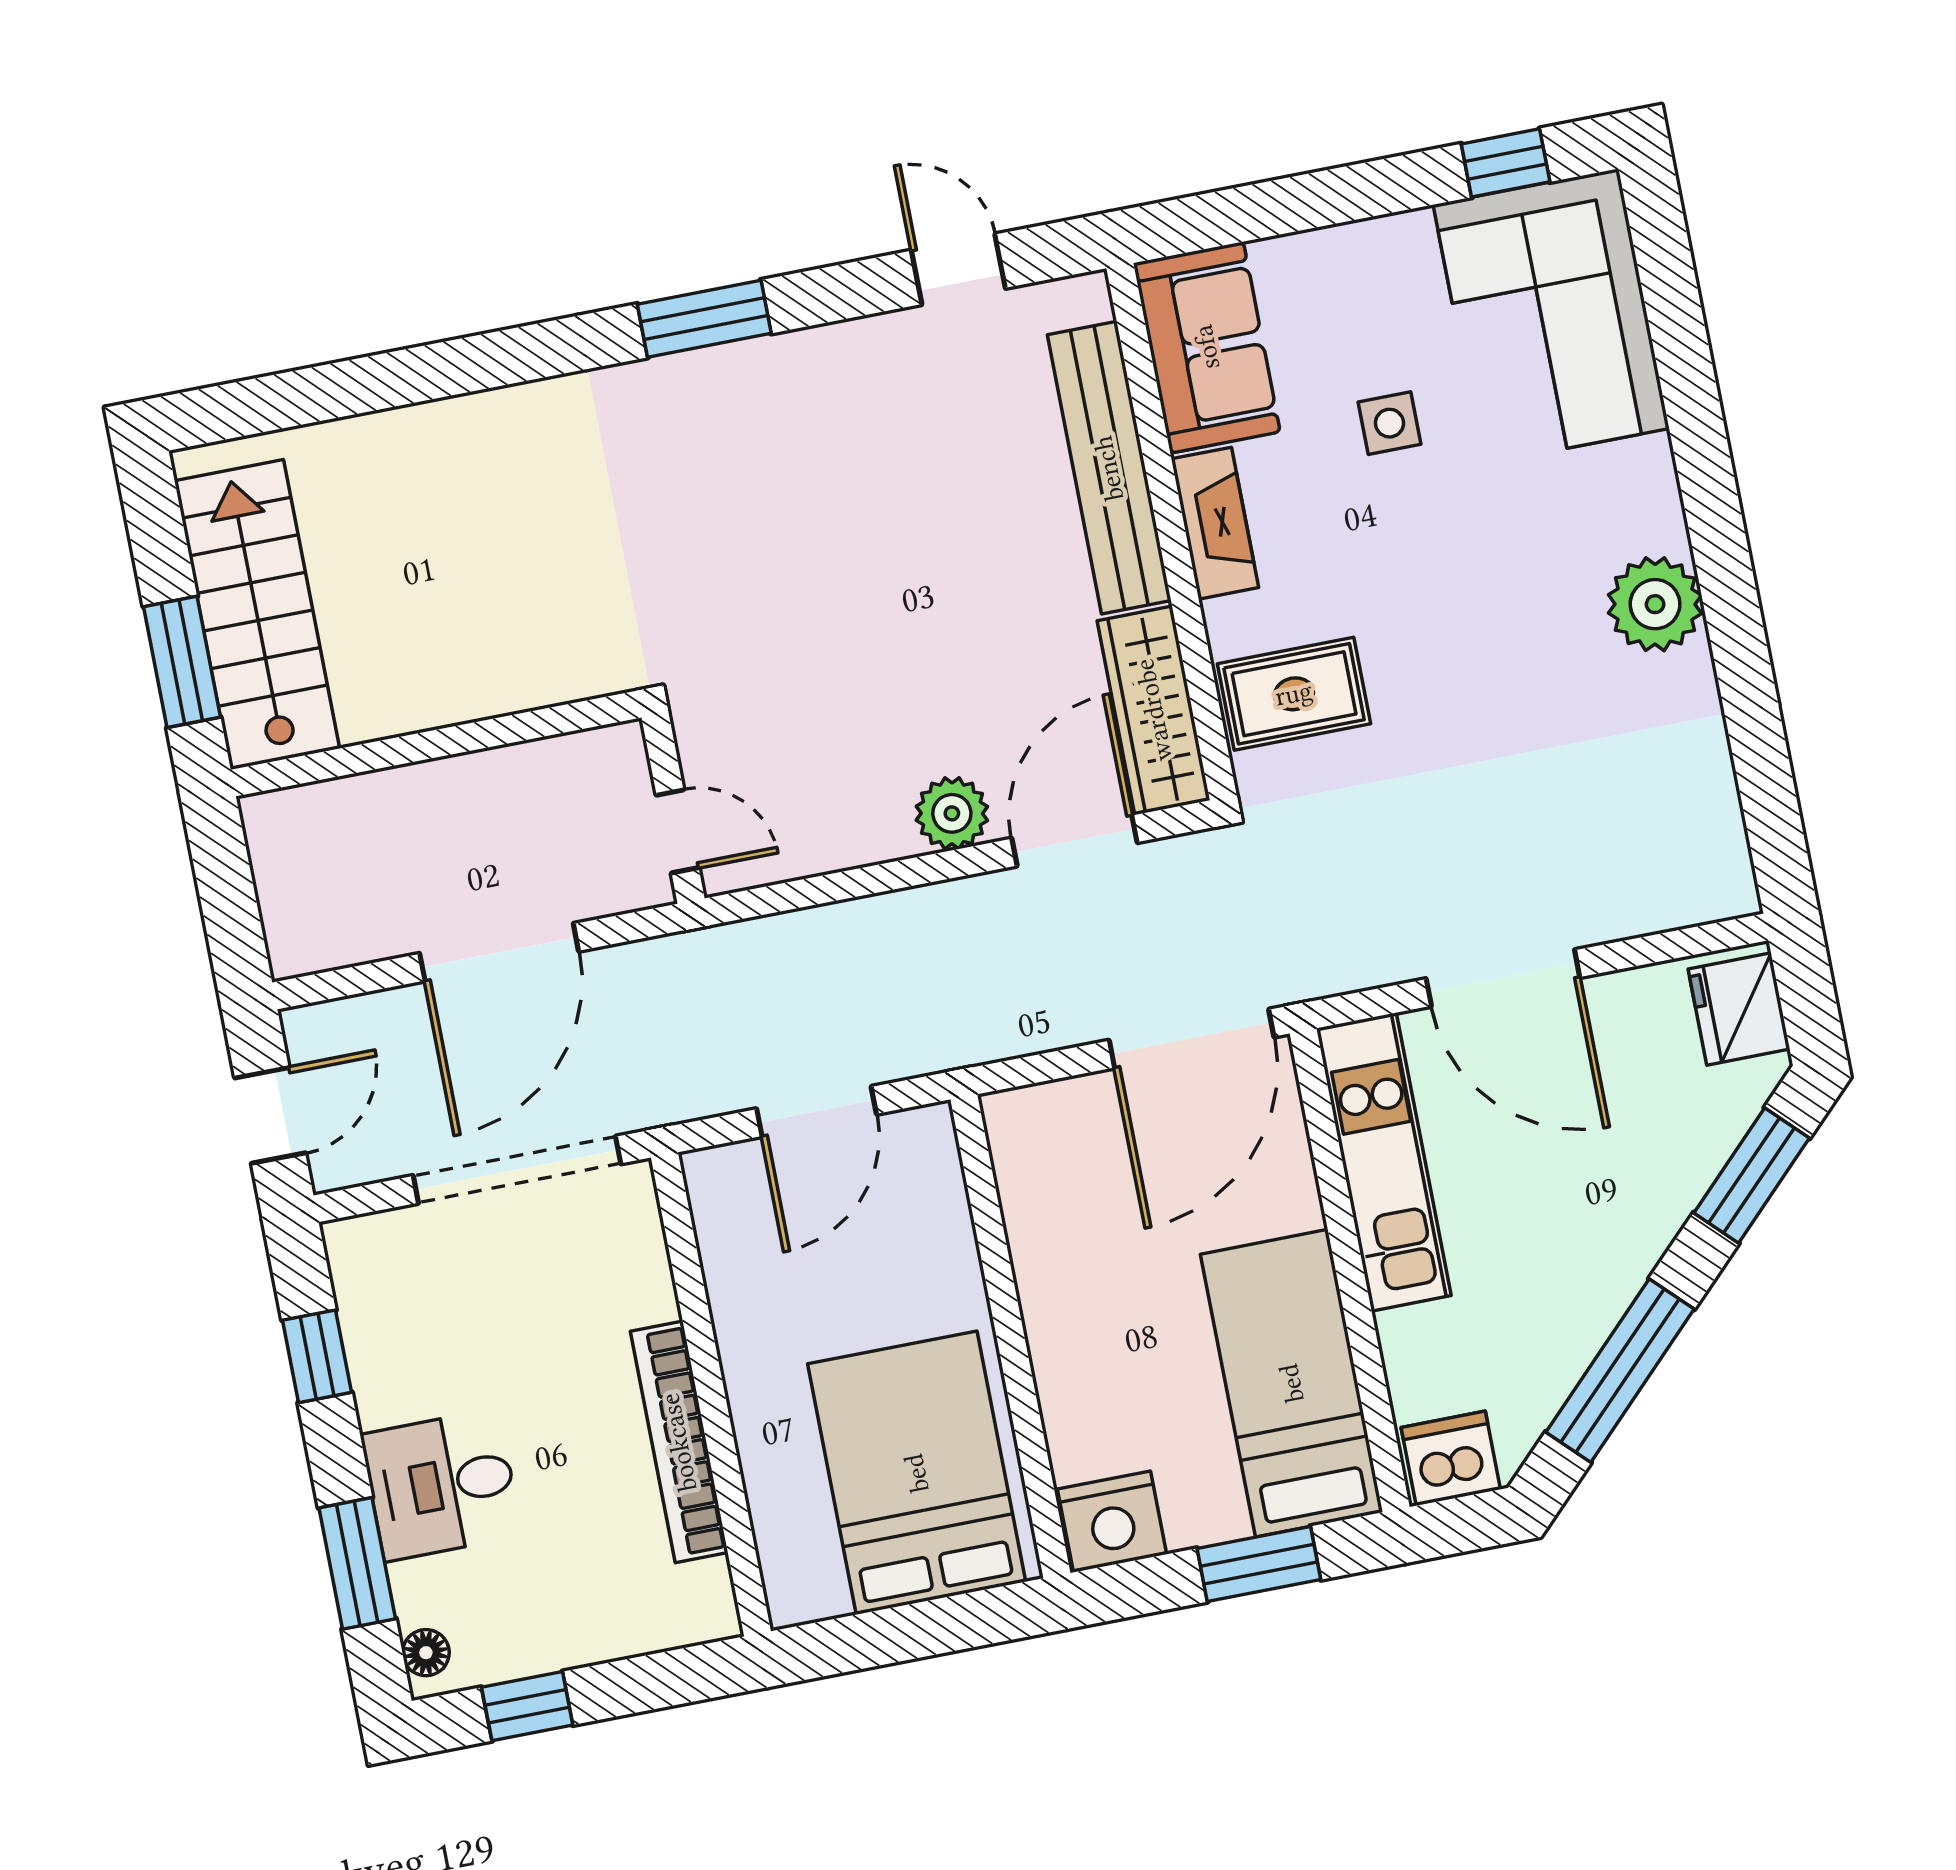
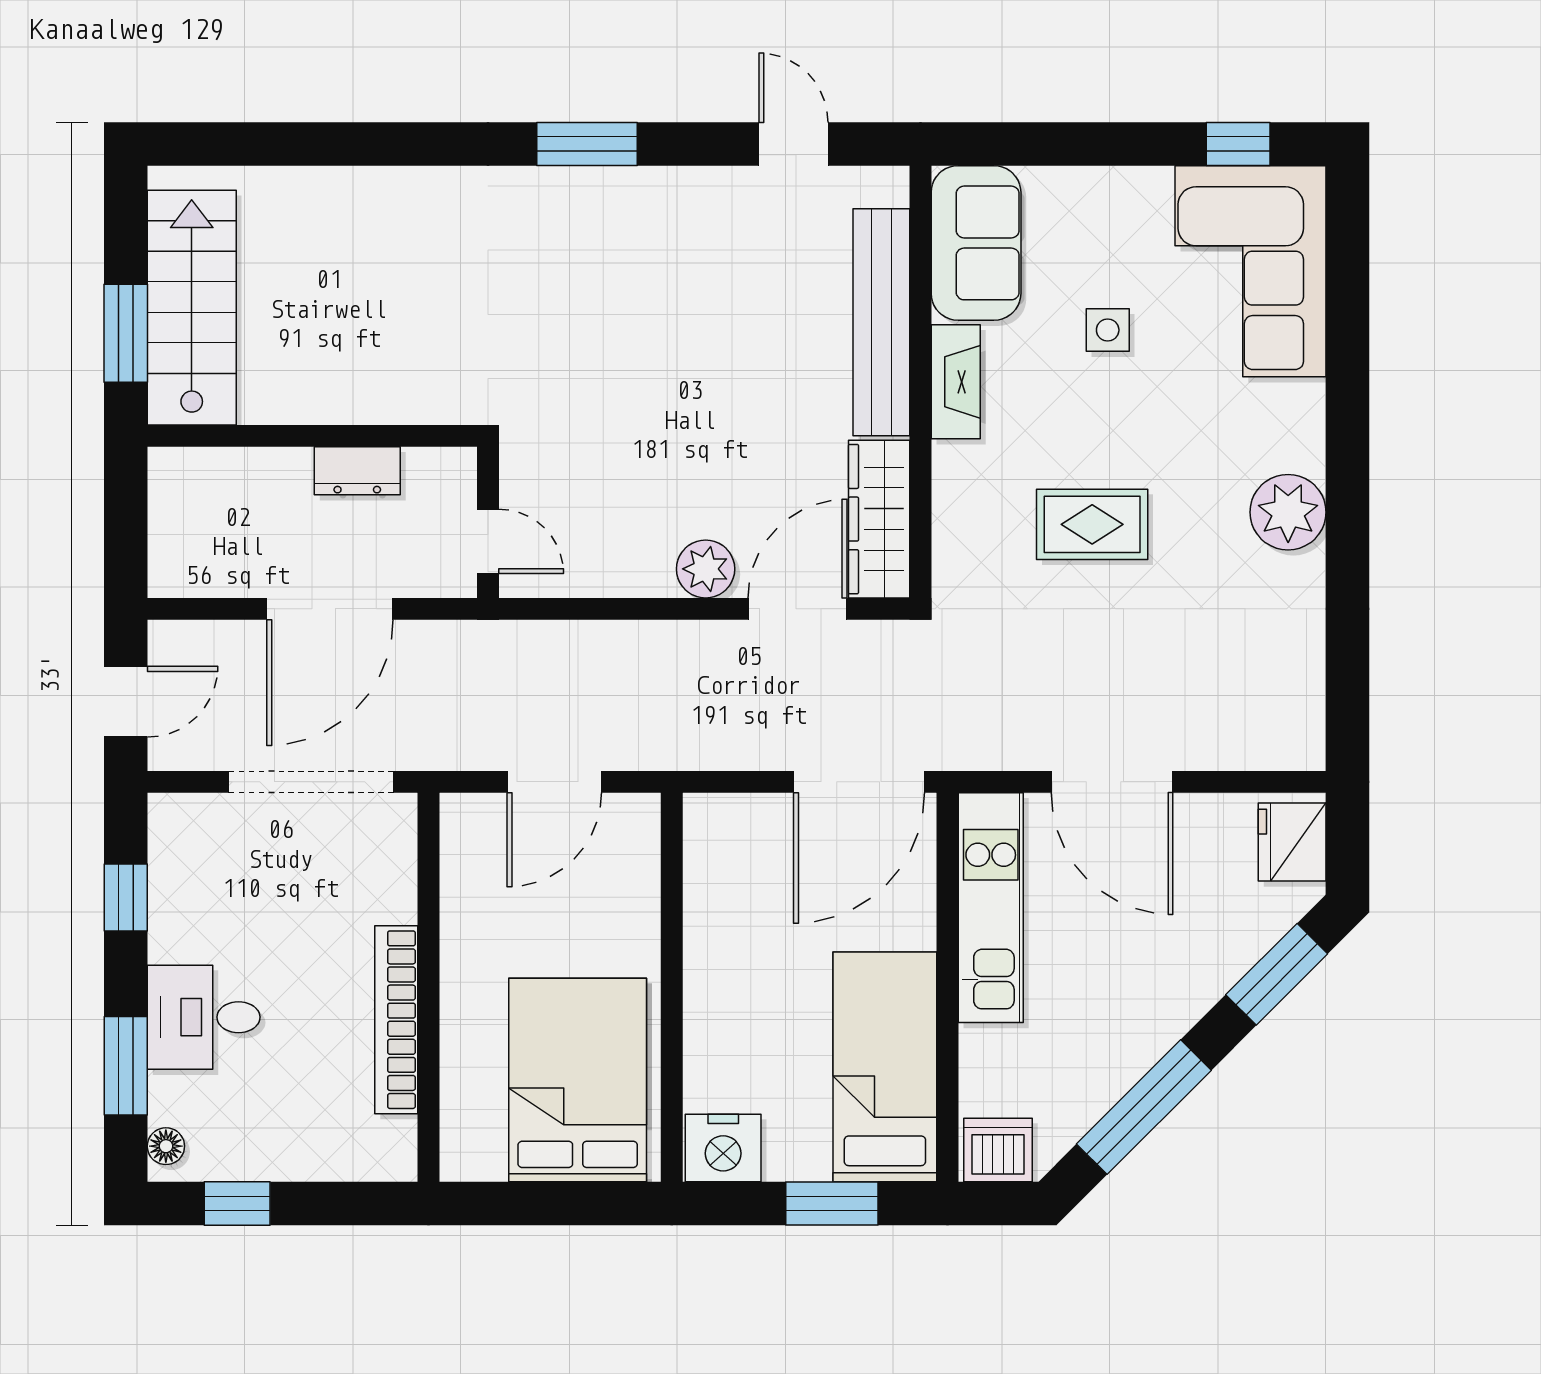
rug: (1294, 694) -> (1092, 524), moved
dresser: (500, 776) -> (357, 471), added

